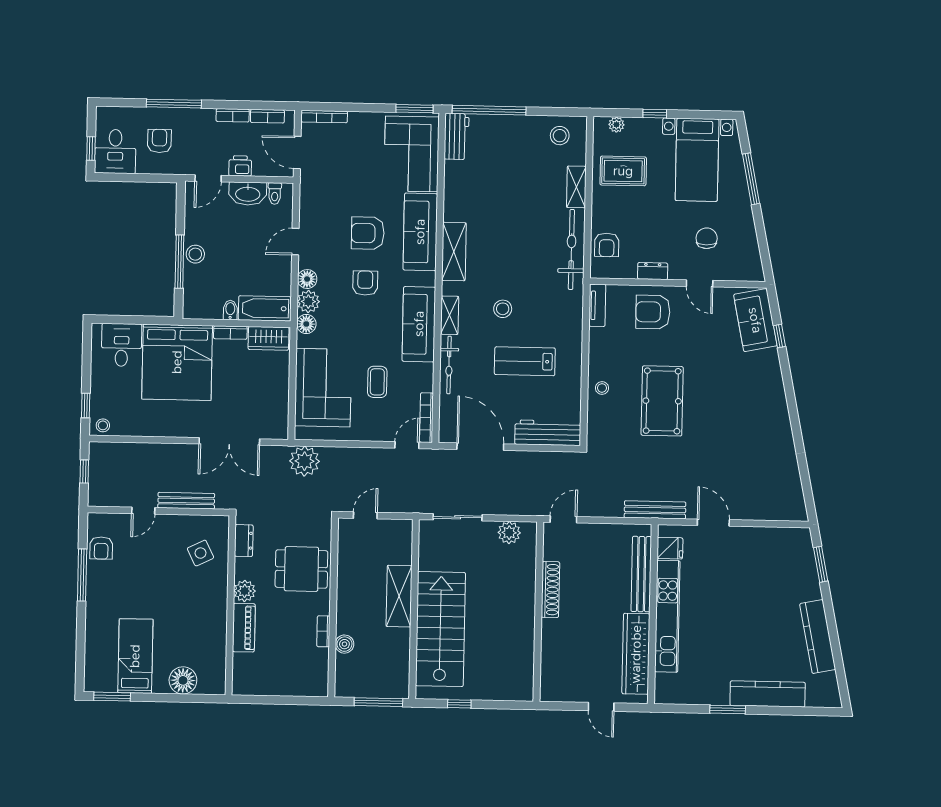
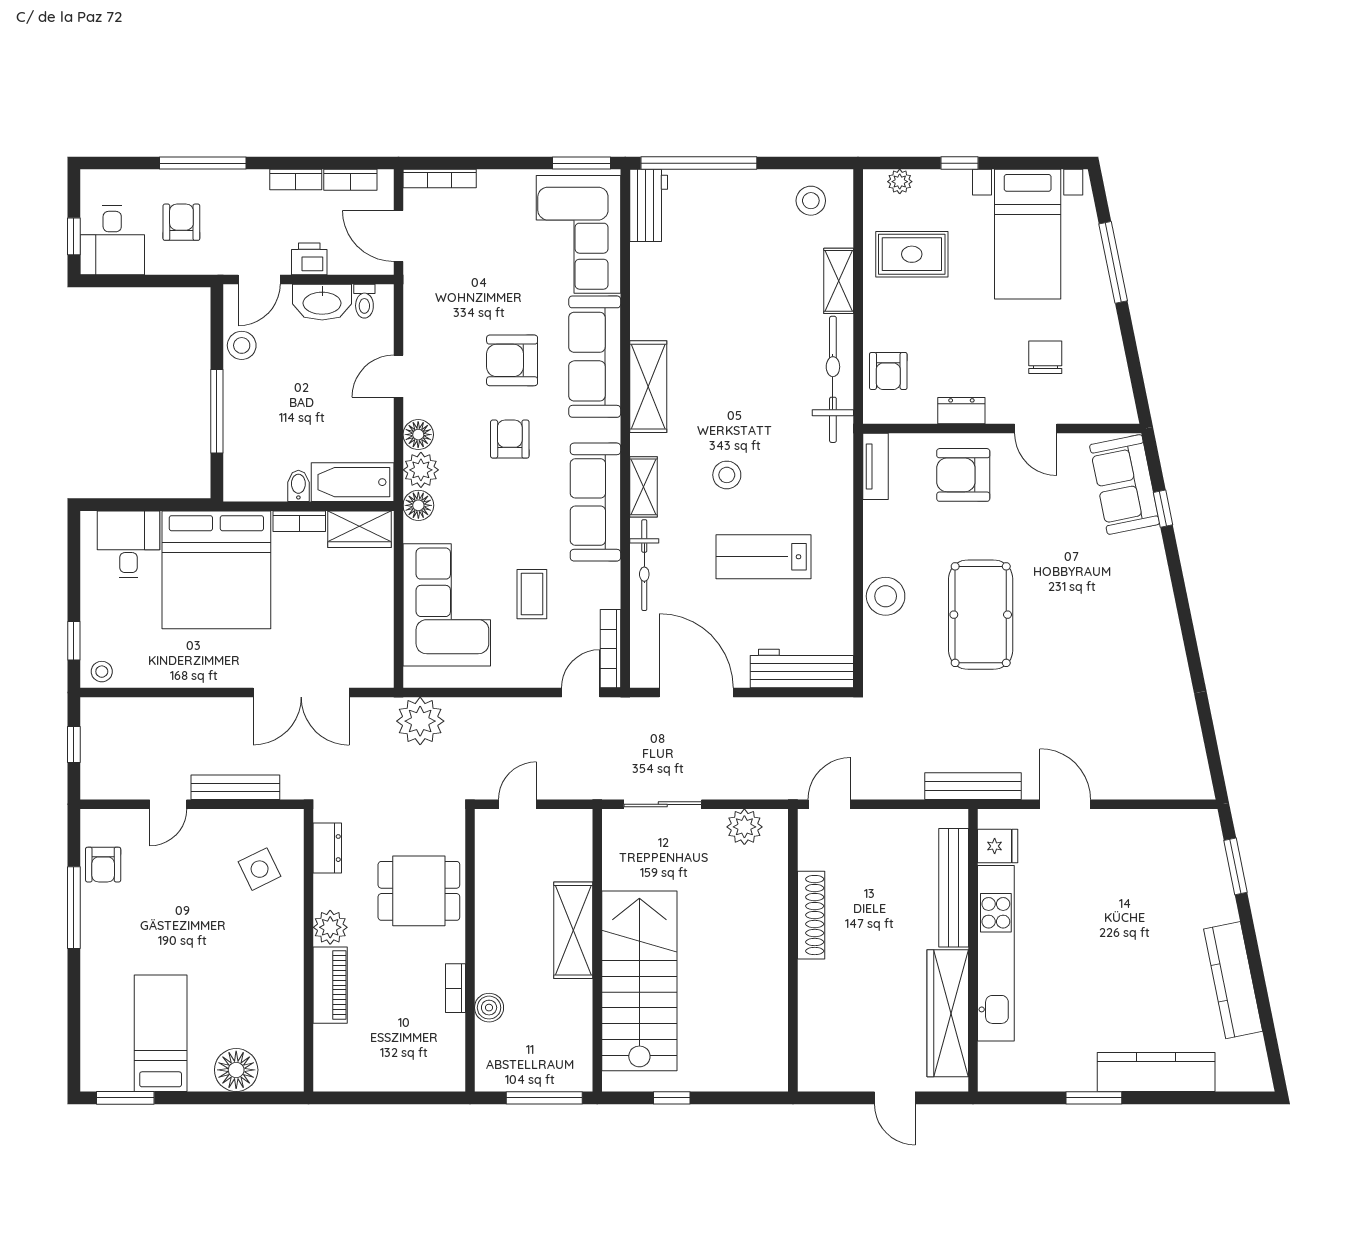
stool: (195, 254) -> (242, 345), moved
stool: (602, 388) -> (886, 596), width x1.89, depth x1.89

